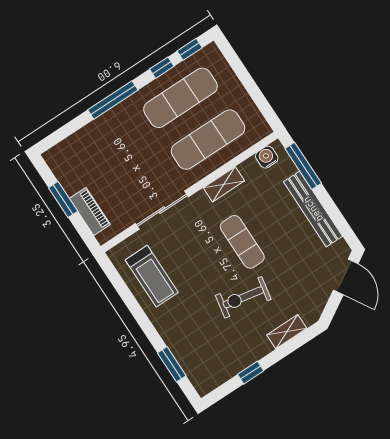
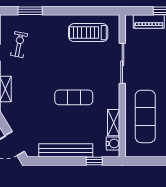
window: (303, 166) -> (94, 161), width x0.46
shelving: (224, 184) -> (114, 123), moved
exercise bike: (243, 297) -> (19, 45), moved, width x0.73, depth x0.72

